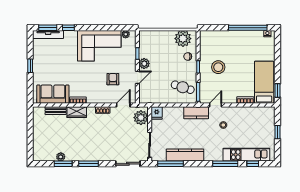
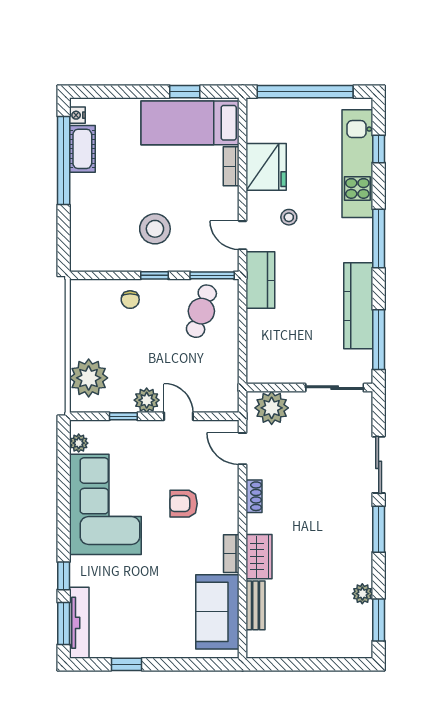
cot: (253, 36) -> (82, 149), added
plant: (183, 39) -> (89, 378), moved
window: (30, 66) -> (127, 664), moved
armchair: (113, 79) -> (184, 504), moved
window: (278, 91) -> (185, 92), moved
fridge: (157, 113) -> (266, 167), moved, width x1.88, depth x1.34
window: (278, 132) -> (305, 92), width x3.17
window: (63, 164) -> (379, 620), moved
sliding door: (128, 164) -> (379, 465), moved
window: (225, 164) -> (379, 239), moved

